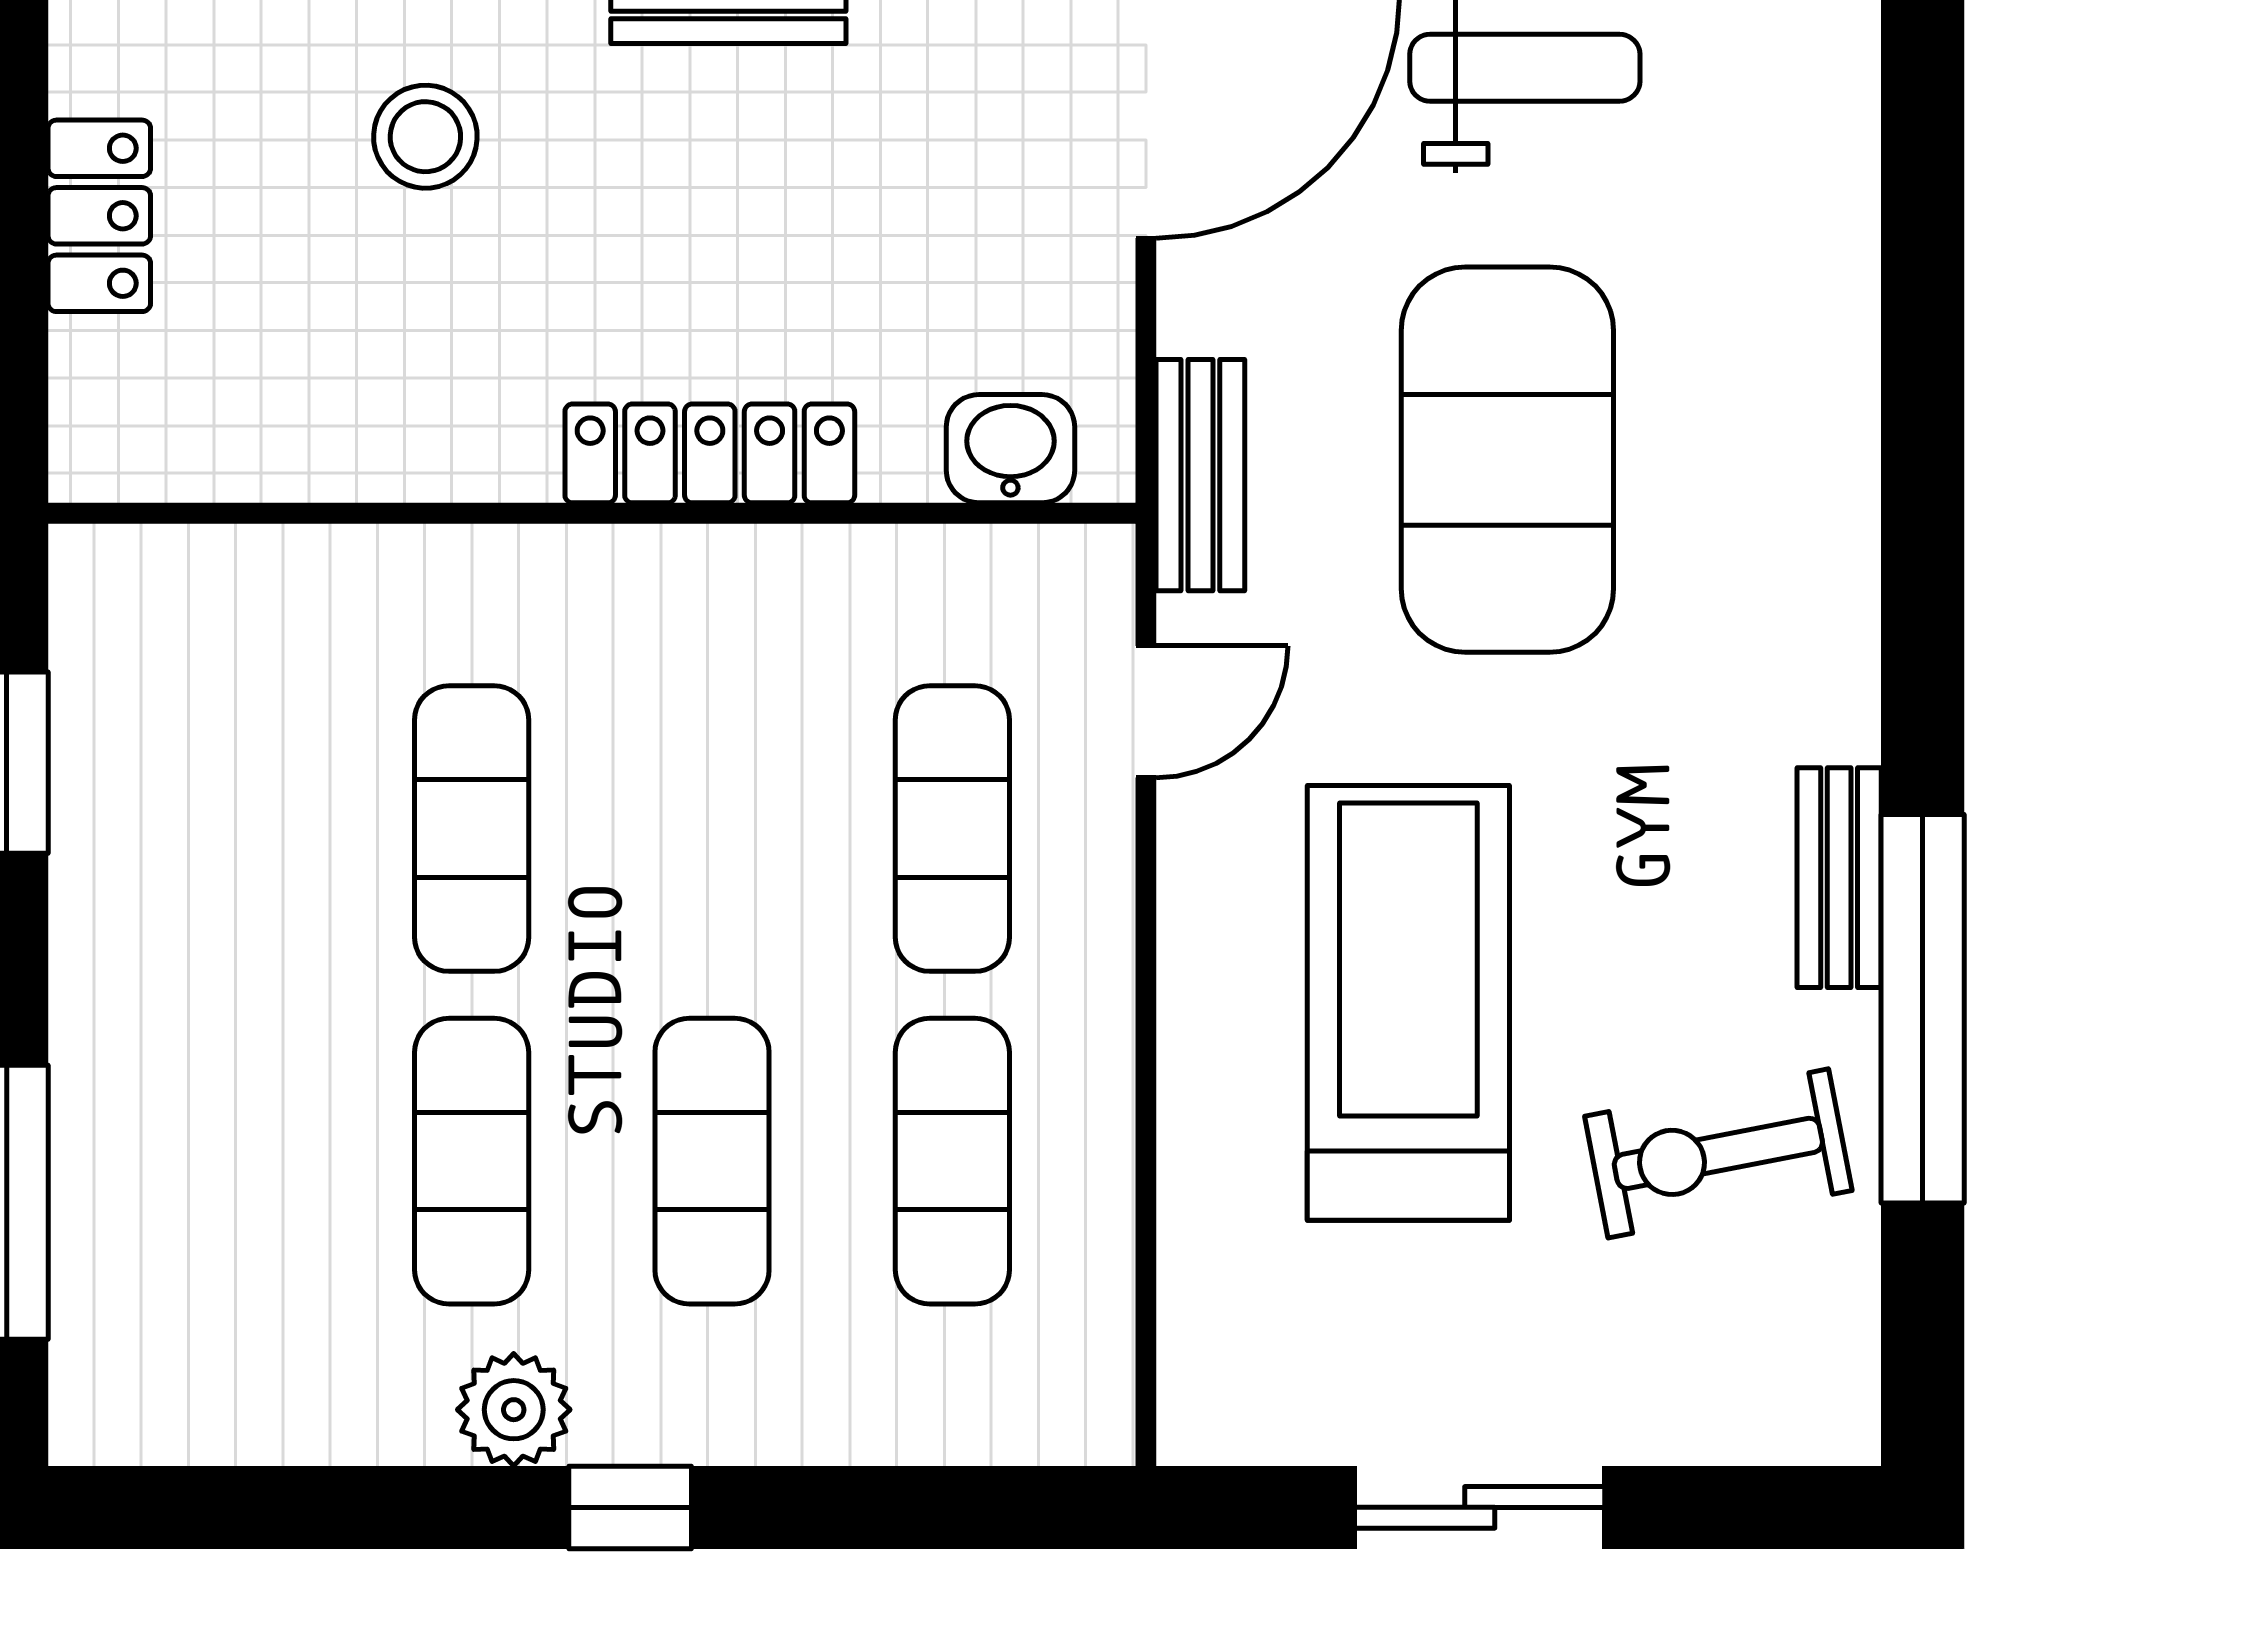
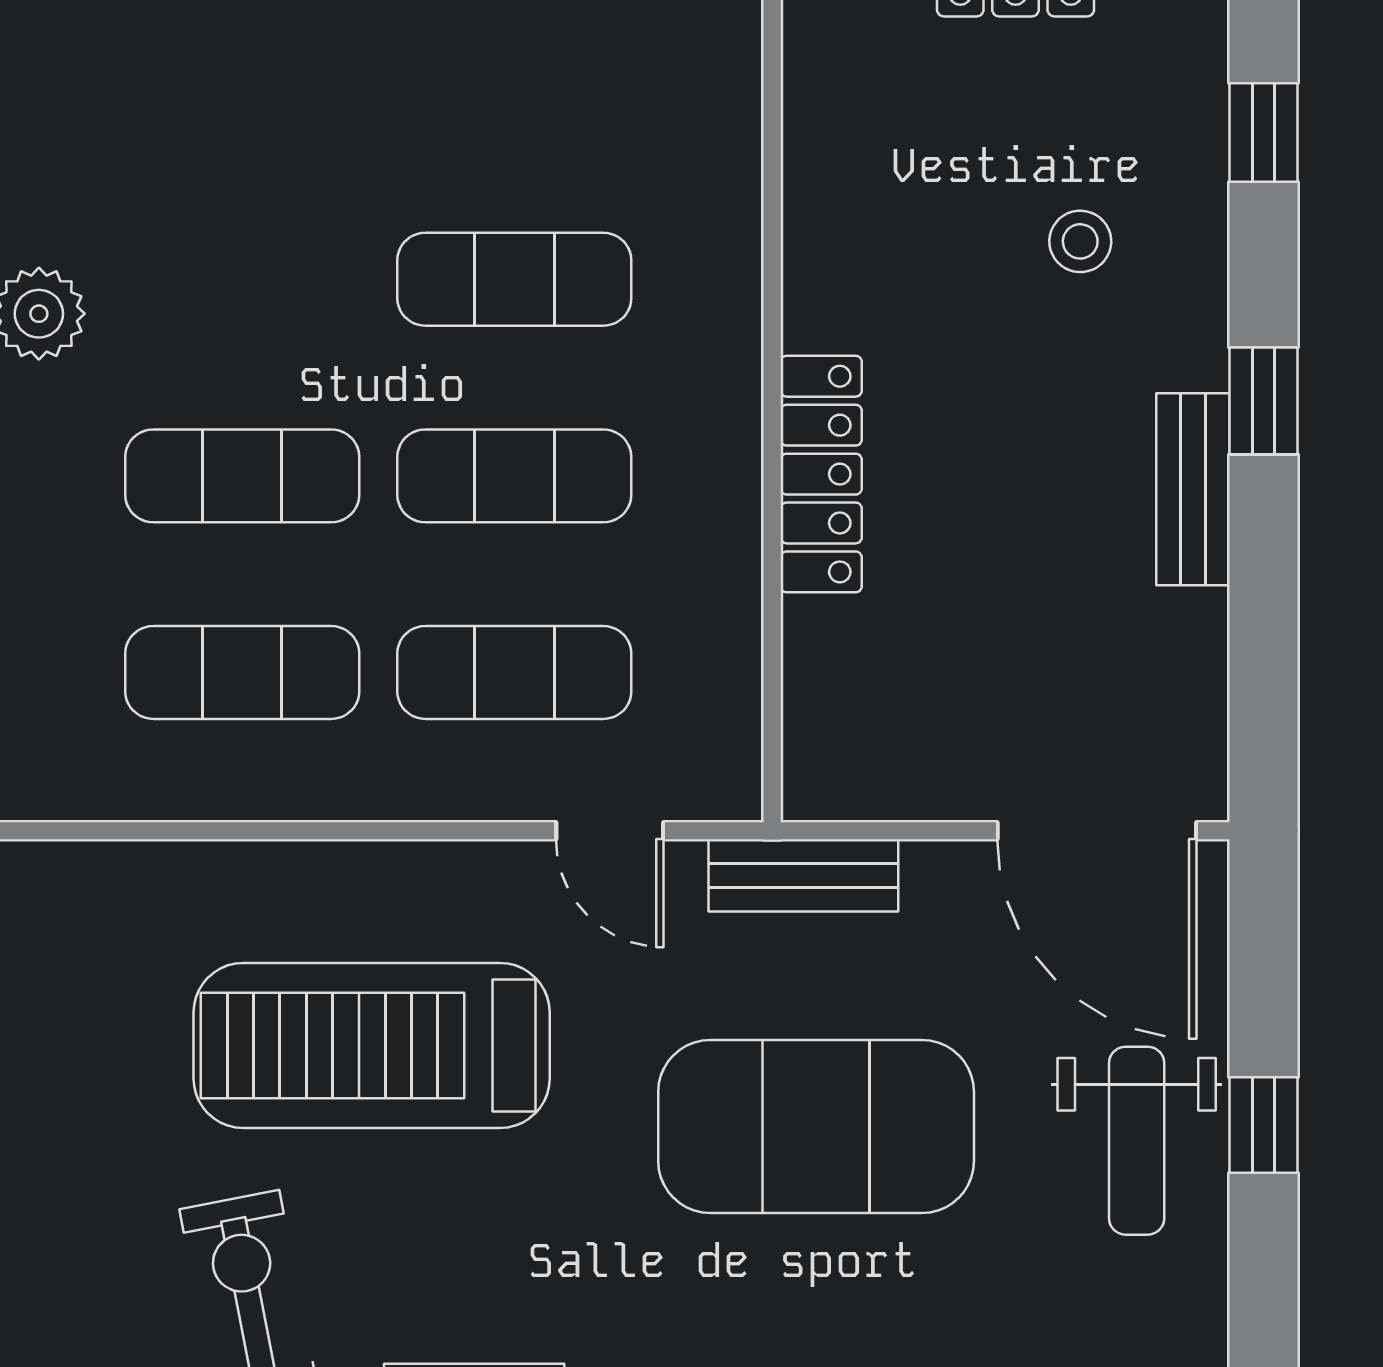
stool: (425, 137) -> (1080, 241), width x0.73, depth x0.73
washbasin: (1010, 449) -> (825, 720), removed
treadmill: (1408, 1003) -> (372, 1045), turned 180
exercise mat: (472, 1161) -> (514, 476), moved

